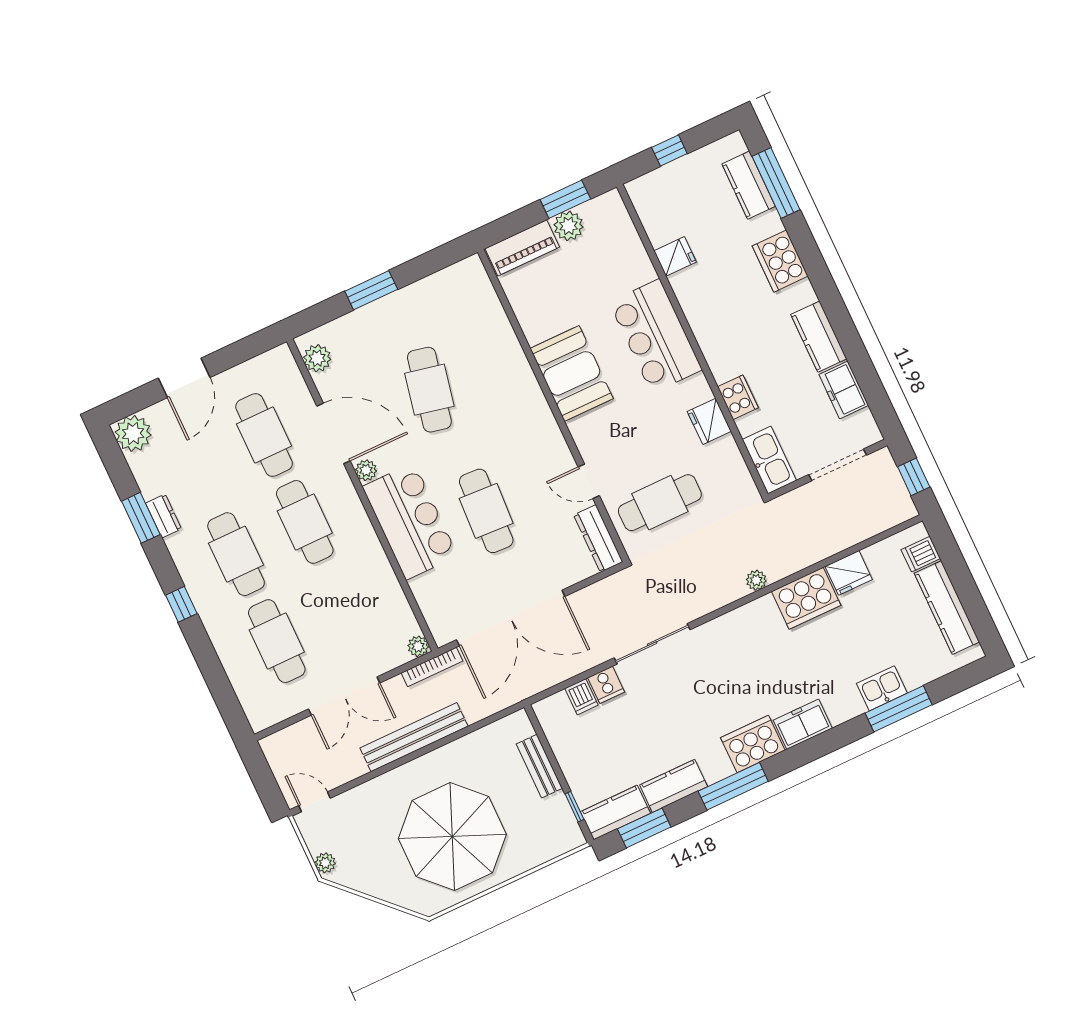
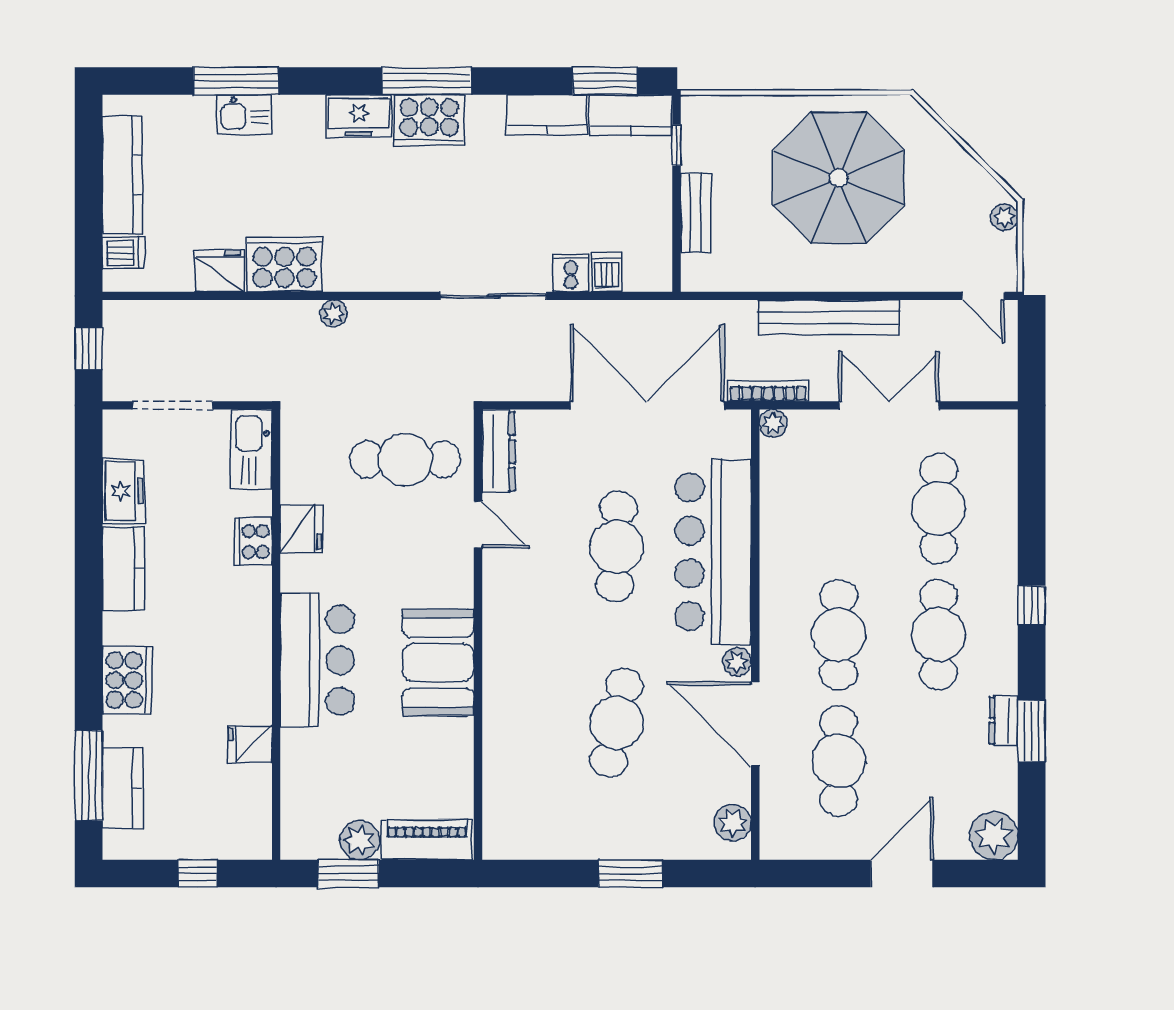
bar counter: (410, 521) -> (713, 552), width x1.36
window: (733, 786) -> (427, 81), moved

